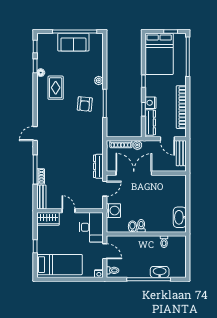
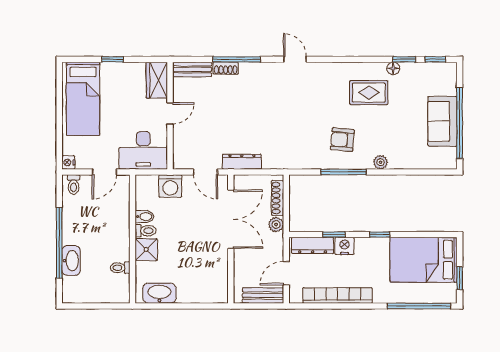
shower: (153, 225) -> (146, 250), added

